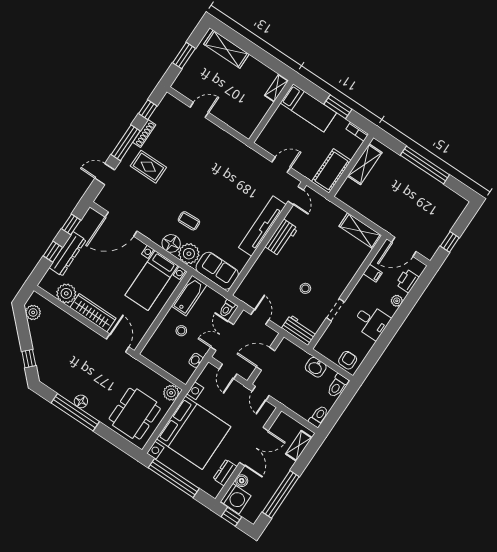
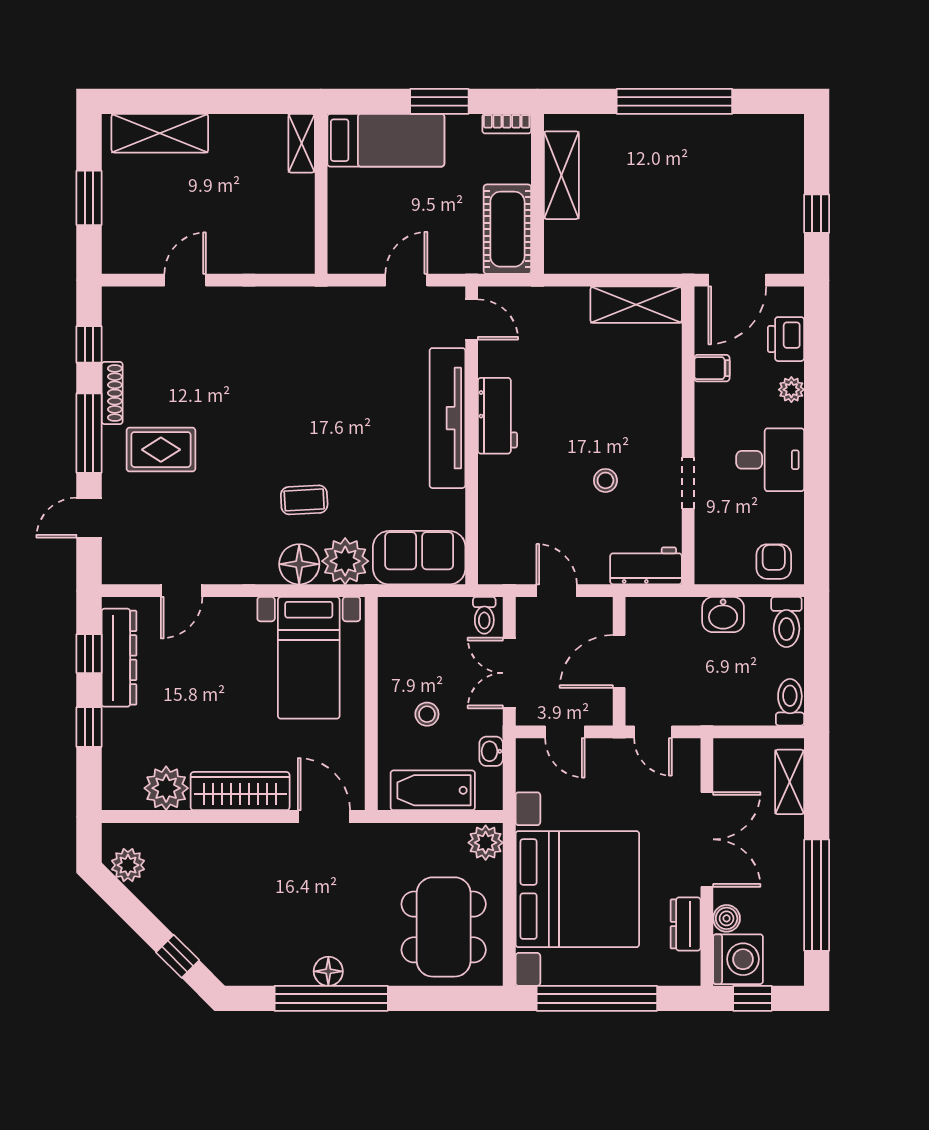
door: (121, 224) -> (182, 591), width x0.53
dresser: (67, 254) -> (119, 658), moved
bathtub: (189, 296) -> (433, 790), moved, turned -90

